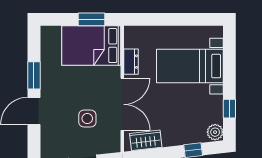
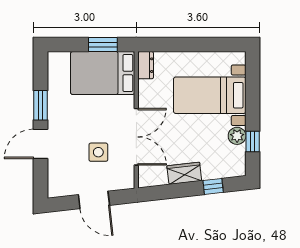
dresser: (131, 62) -> (146, 65), moved
plant: (215, 132) -> (237, 136), moved
wardrobe: (146, 140) -> (184, 173), moved

